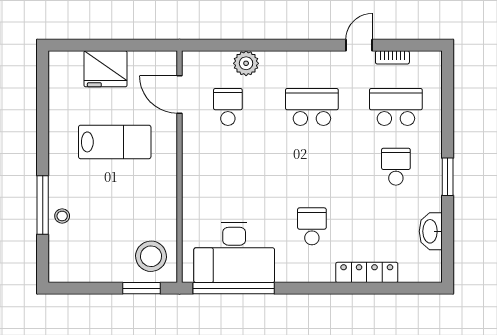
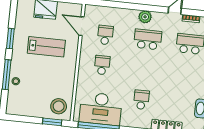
plant: (246, 63) -> (145, 17), moved
window: (43, 133) -> (10, 39), added
school desk: (396, 167) -> (102, 65), moved

